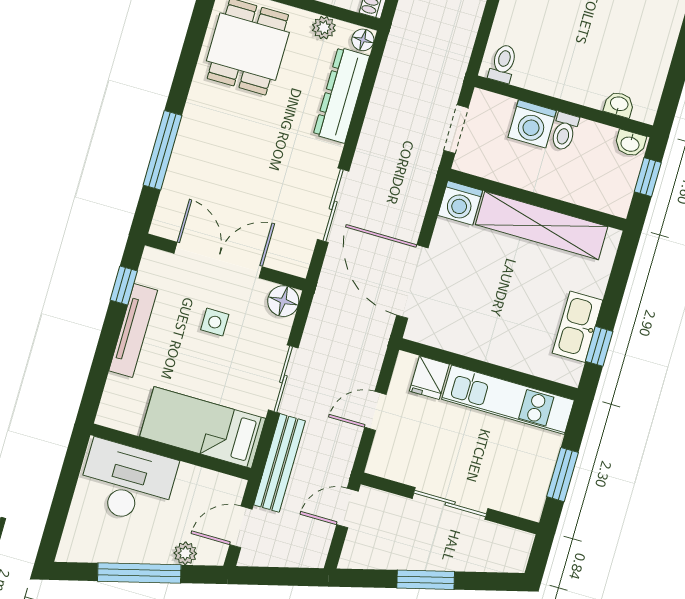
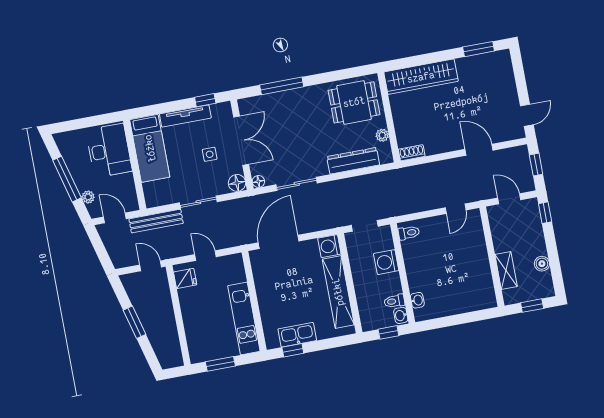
floor lamp: (363, 40) -> (258, 181), moved
toilet: (564, 132) -> (394, 301), moved
fridge: (429, 378) -> (185, 278), moved, turned 180
bed: (203, 427) -> (150, 148), moved, turned 180
sliding door: (450, 503) -> (178, 316), removed

